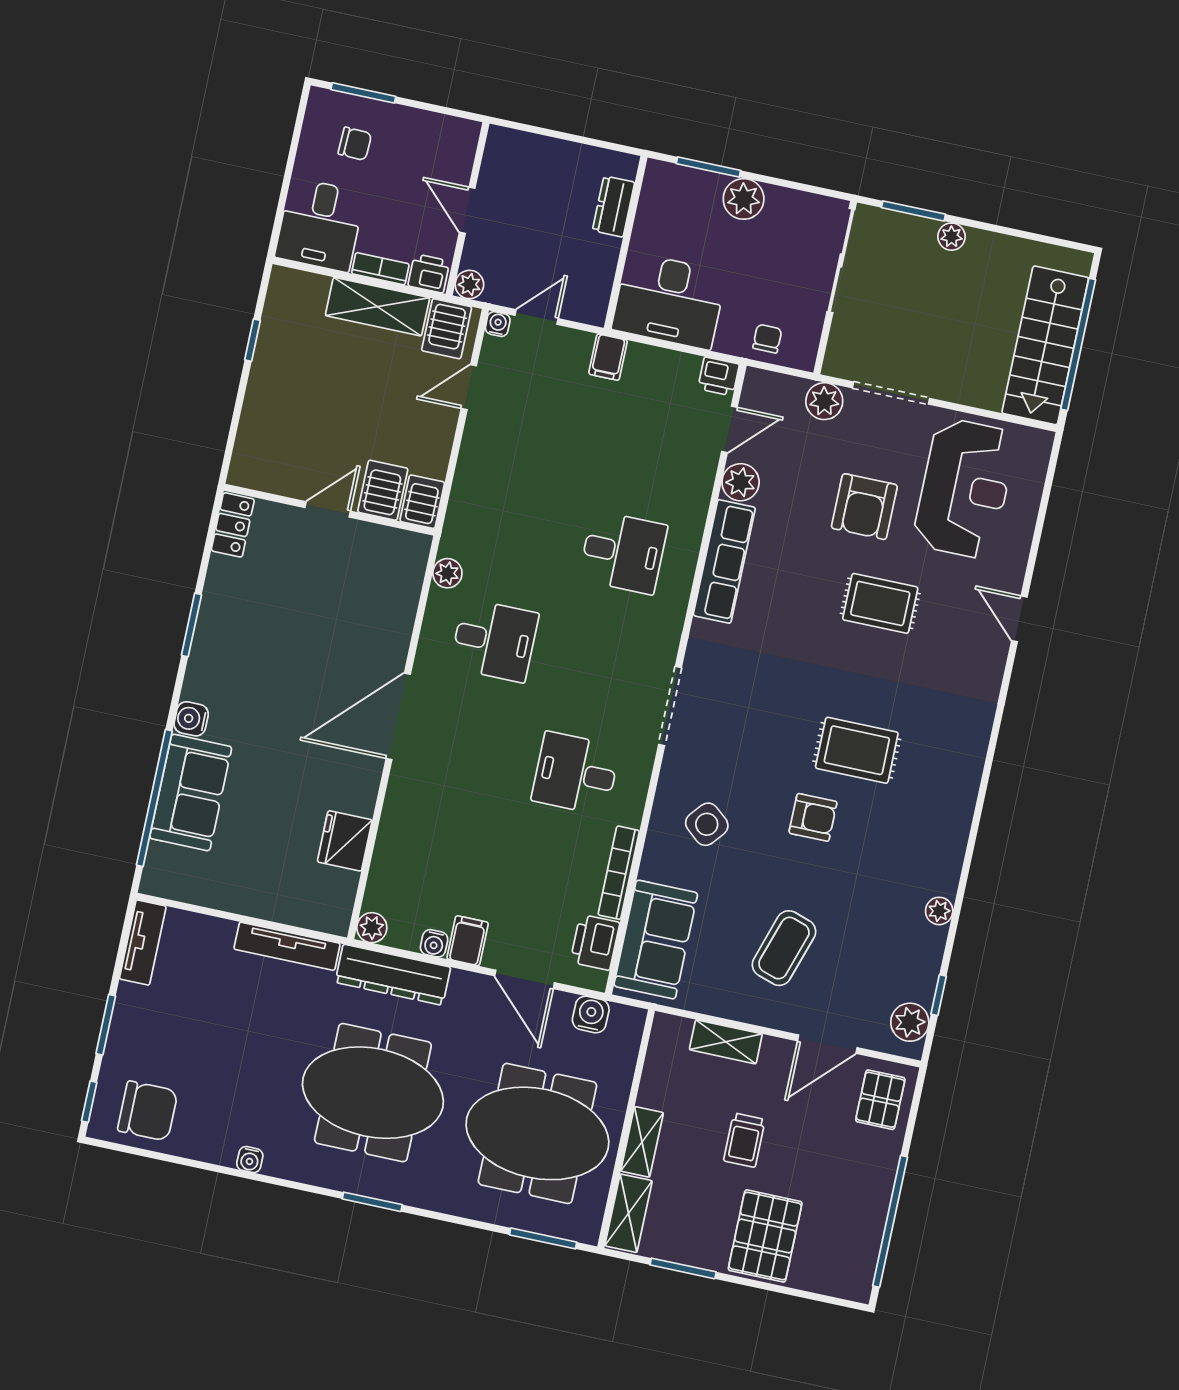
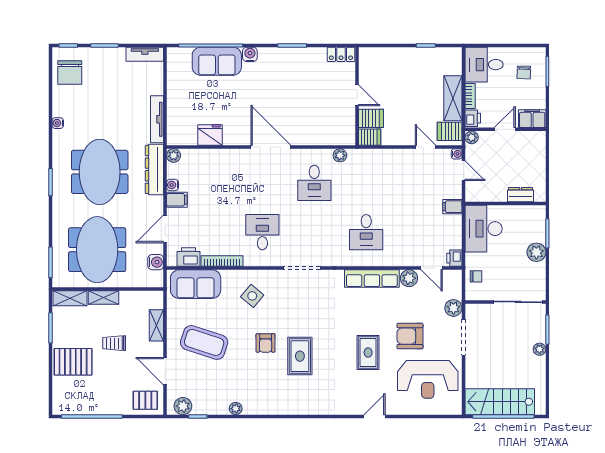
filing cabinet: (457, 147) -> (532, 119), added
coffee table: (784, 948) -> (204, 342), width x1.36, depth x1.32

